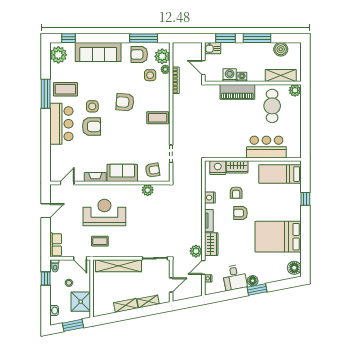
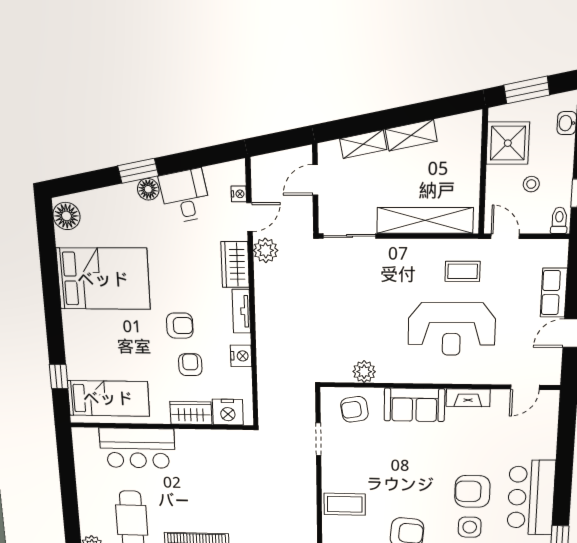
window: (305, 199) -> (59, 376), moved
row of seats: (56, 245) -> (554, 293), moved

